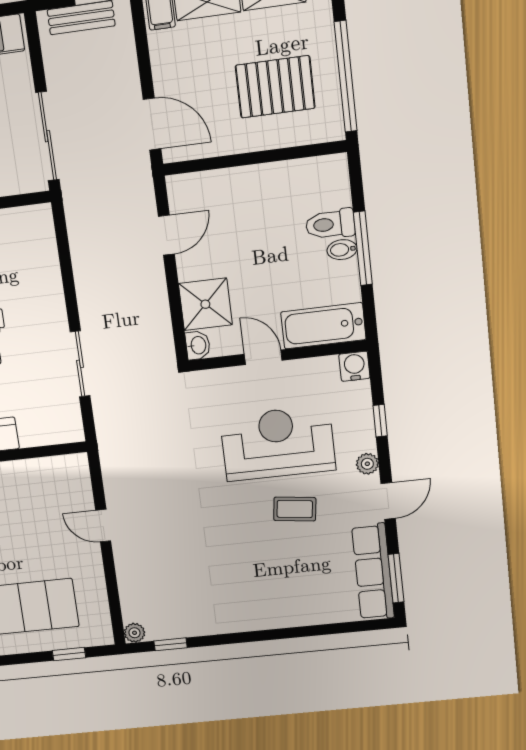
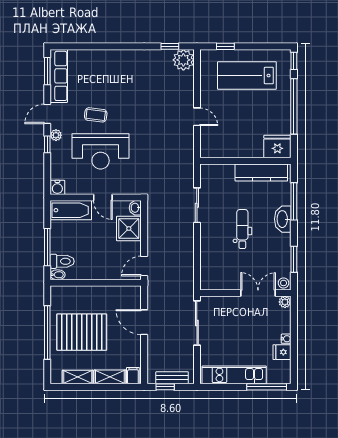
pallet: (275, 87) -> (82, 332), width x1.37, depth x1.41
wall: (255, 158) -> (96, 283), moved
bidet: (342, 250) -> (58, 275), moved
window: (380, 421) -> (47, 144), moved
plant: (135, 633) -> (183, 60), width x1.88, depth x1.88

